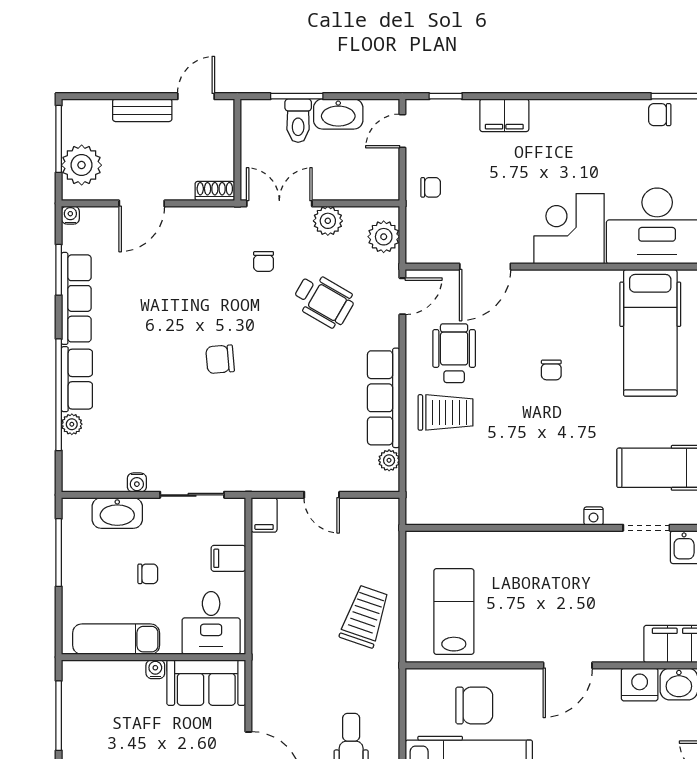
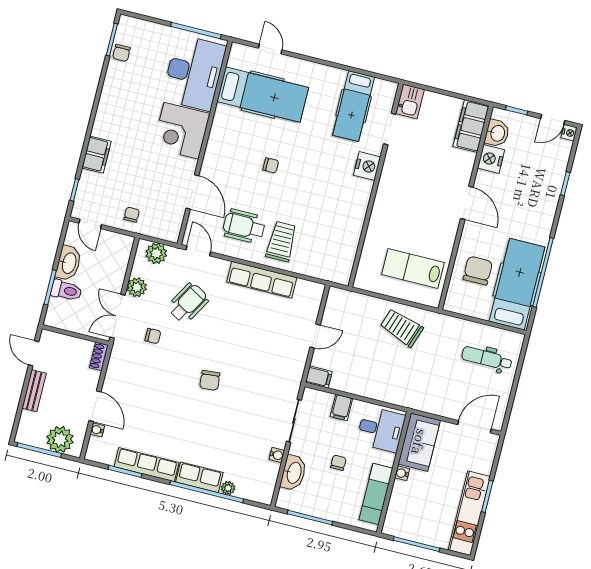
water cooler: (70, 215) -> (97, 430), moved
plant: (389, 460) -> (303, 286), removed
nightstand: (594, 516) -> (367, 166), width x1.89, depth x1.79

